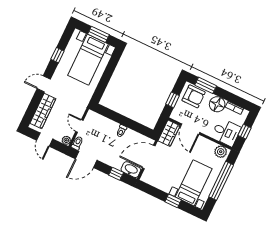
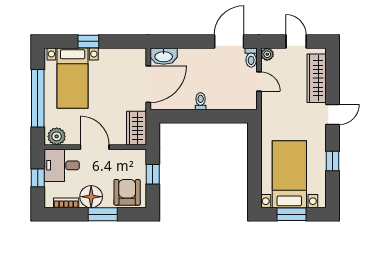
window: (206, 85) -> (103, 214), moved
armchair: (194, 96) -> (127, 192), turned 90
door: (190, 129) -> (95, 147), moved
window: (116, 174) -> (181, 41), removed

